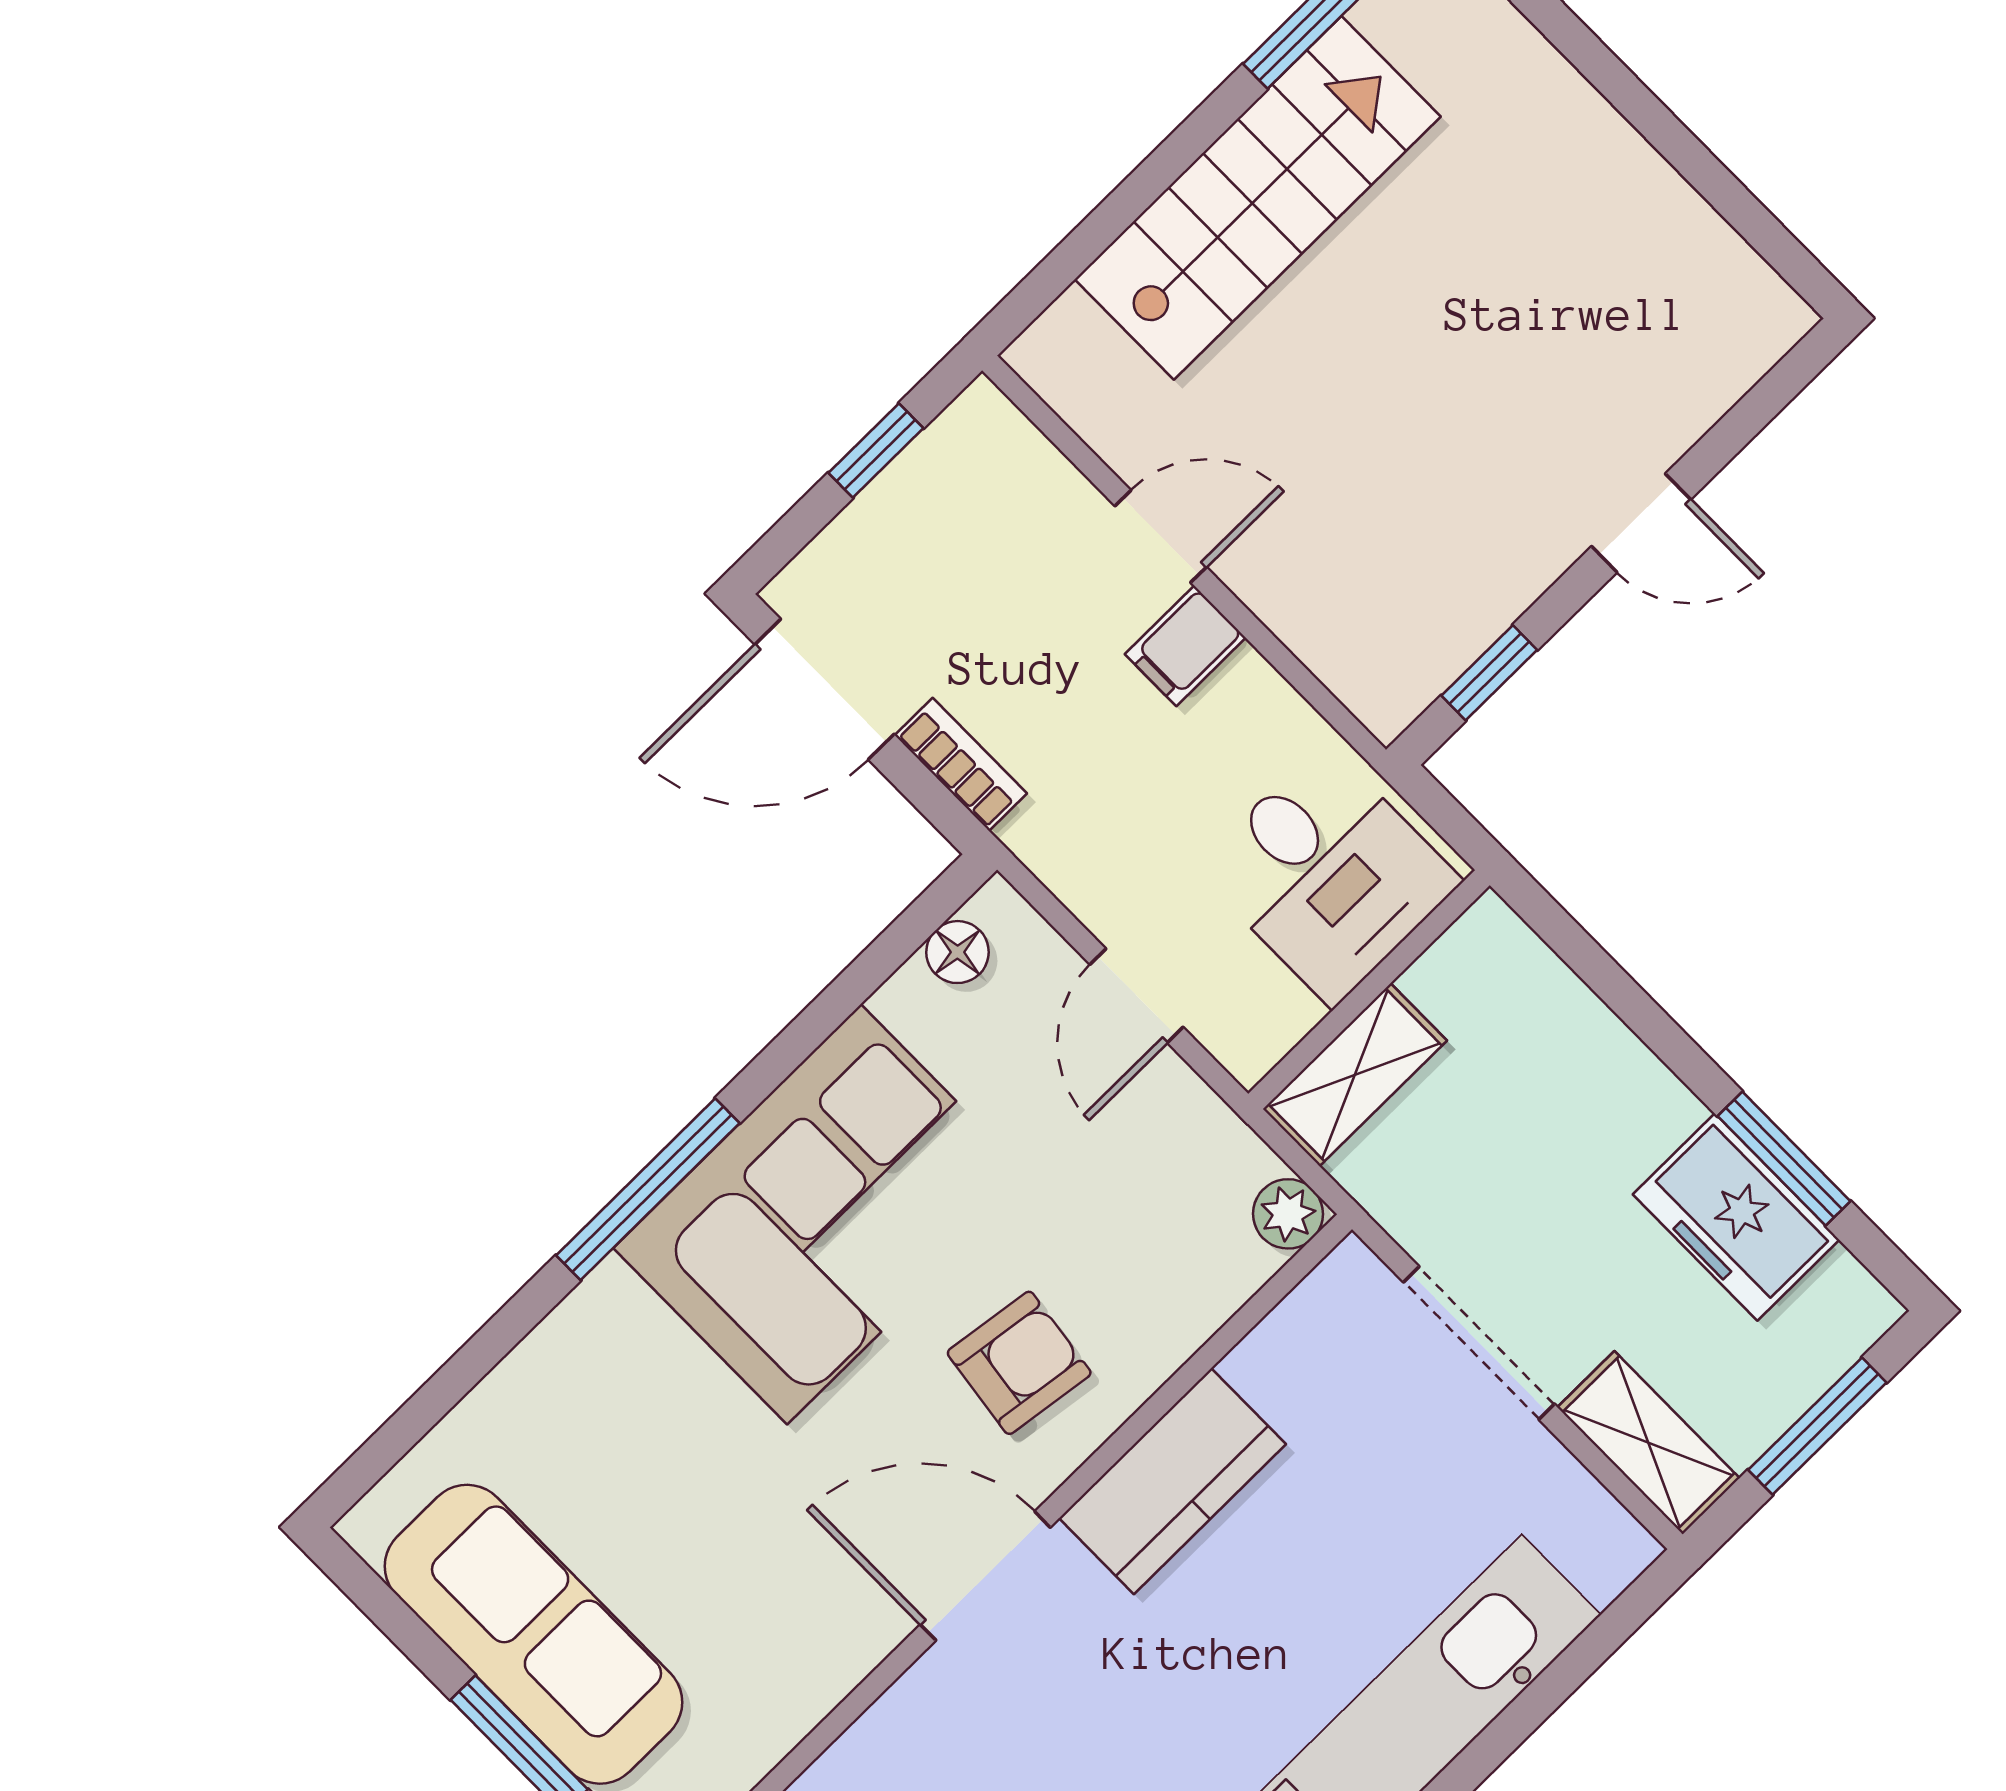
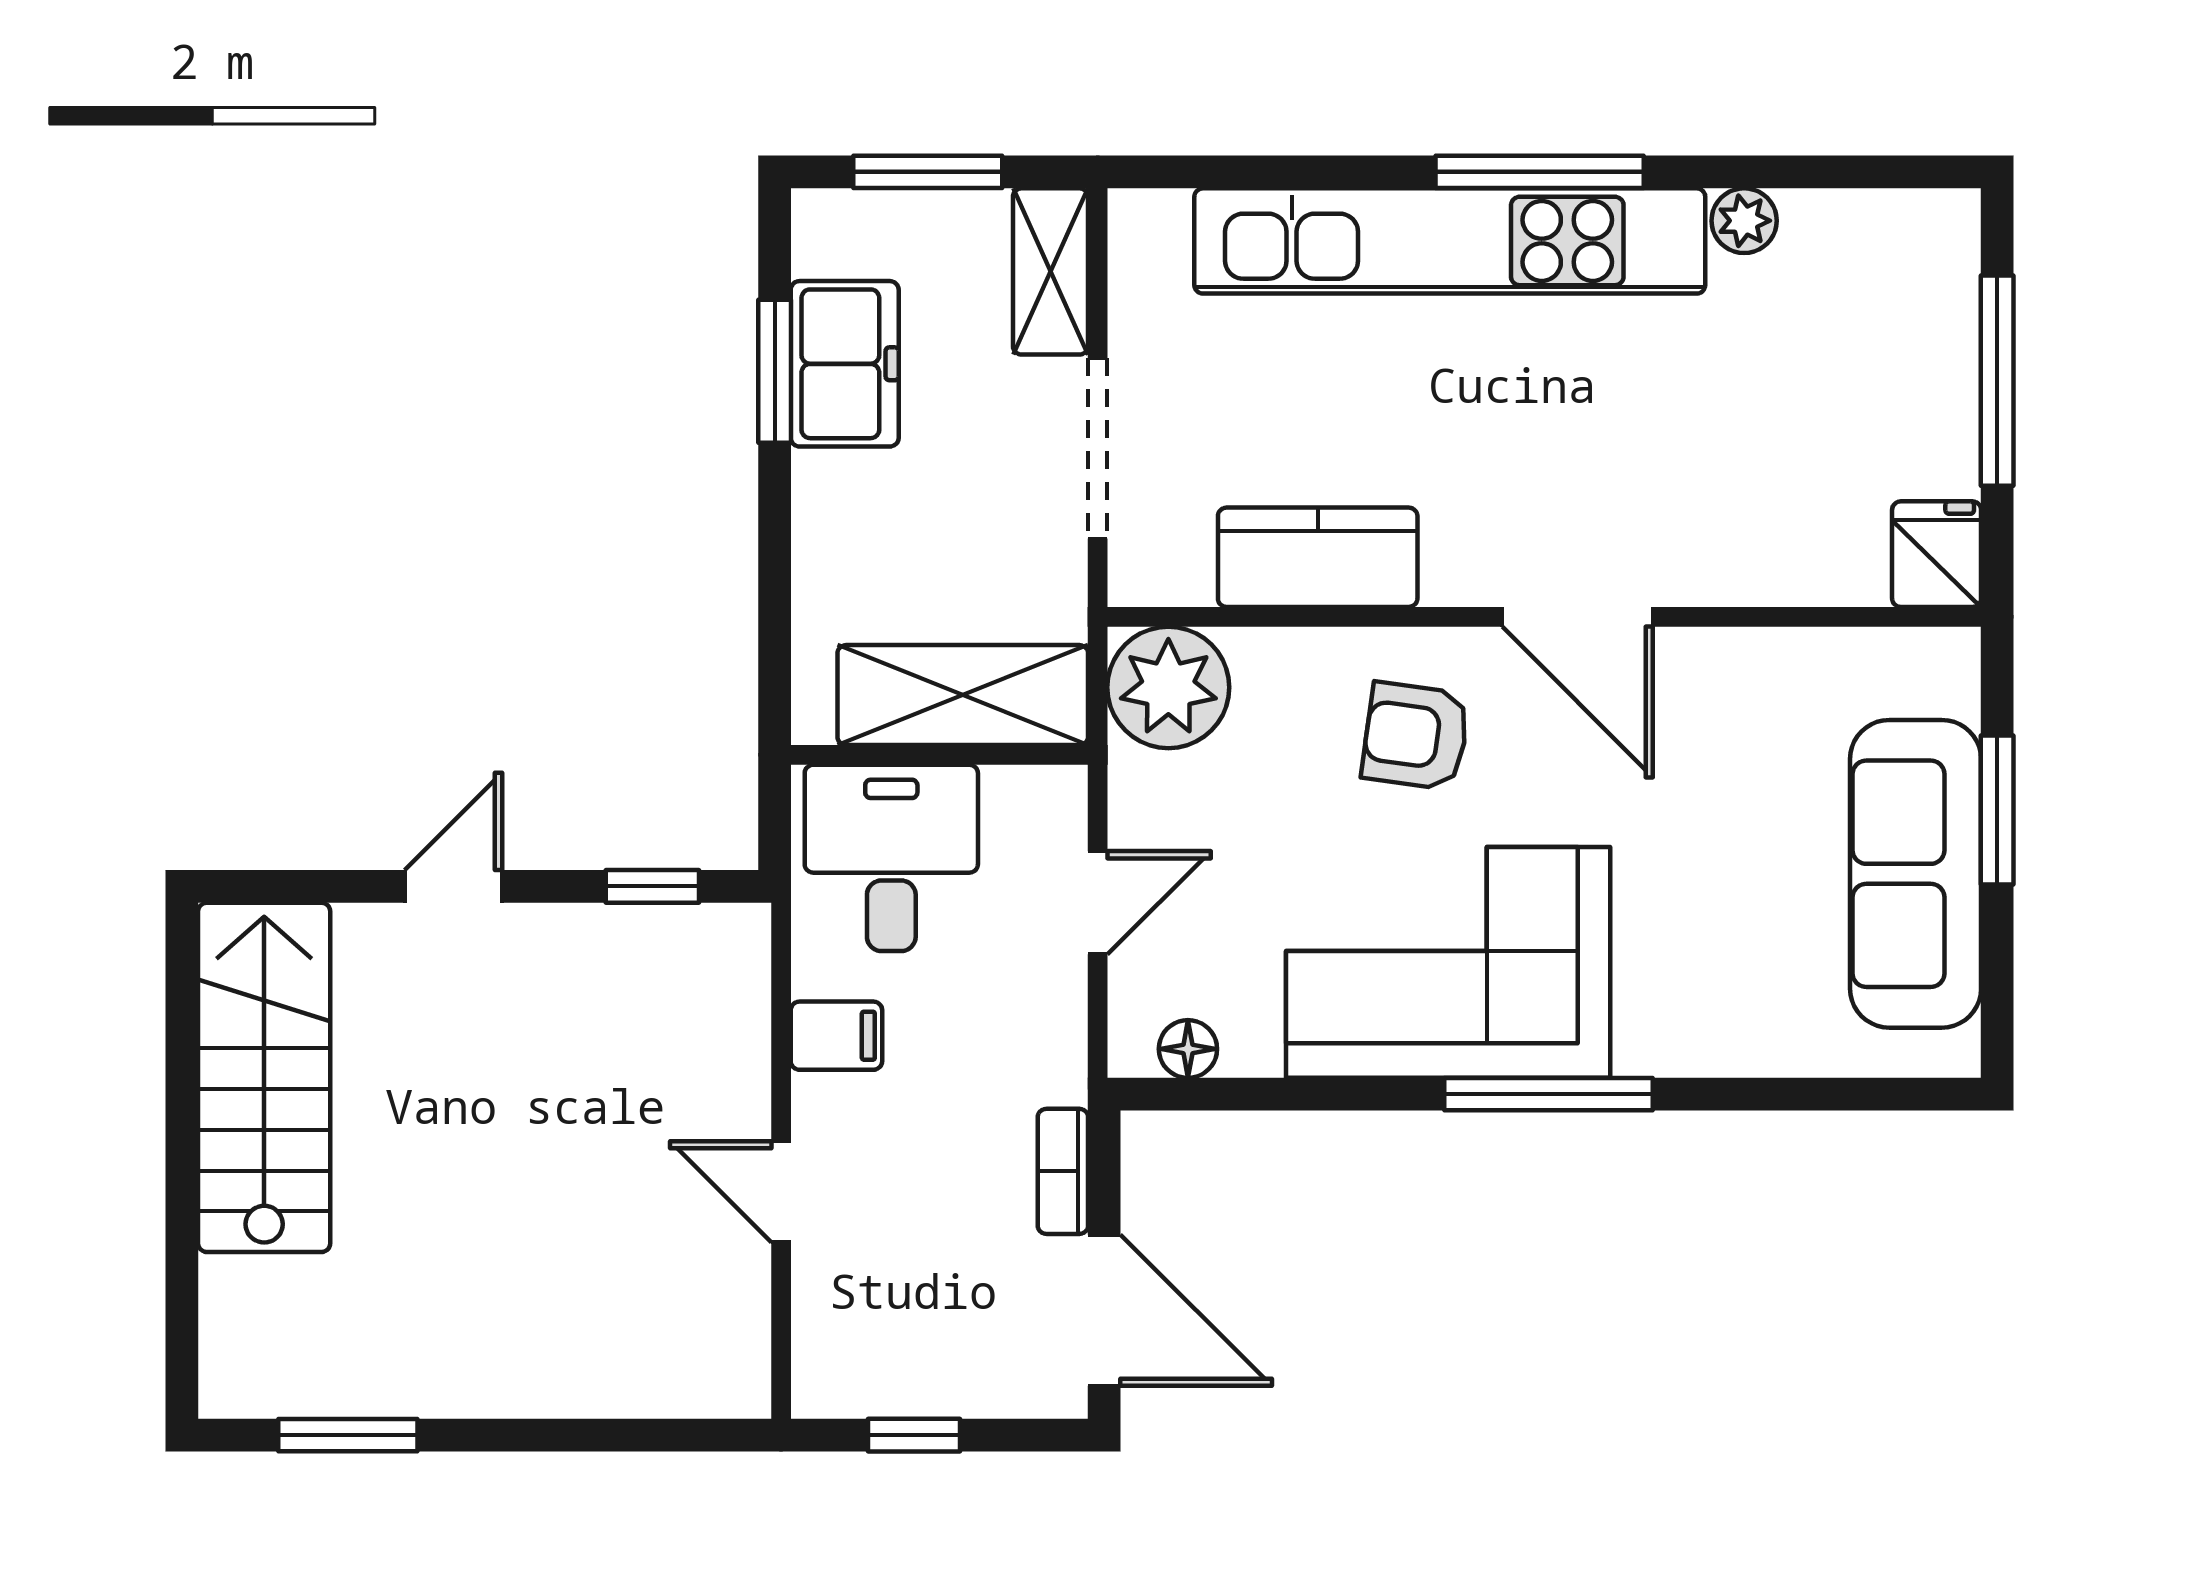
stairs: (1258, 198) -> (264, 1077), moved, turned 90
door: (1641, 523) -> (453, 886), hinge flipped
filing cabinet: (1185, 646) -> (836, 1036), moved
shelving: (1355, 1075) -> (963, 695), width x1.50, depth x1.33
plant: (1288, 1214) -> (1168, 687), width x1.88, depth x1.88
kitchen counter: (1172, 1481) -> (1318, 557), moved

